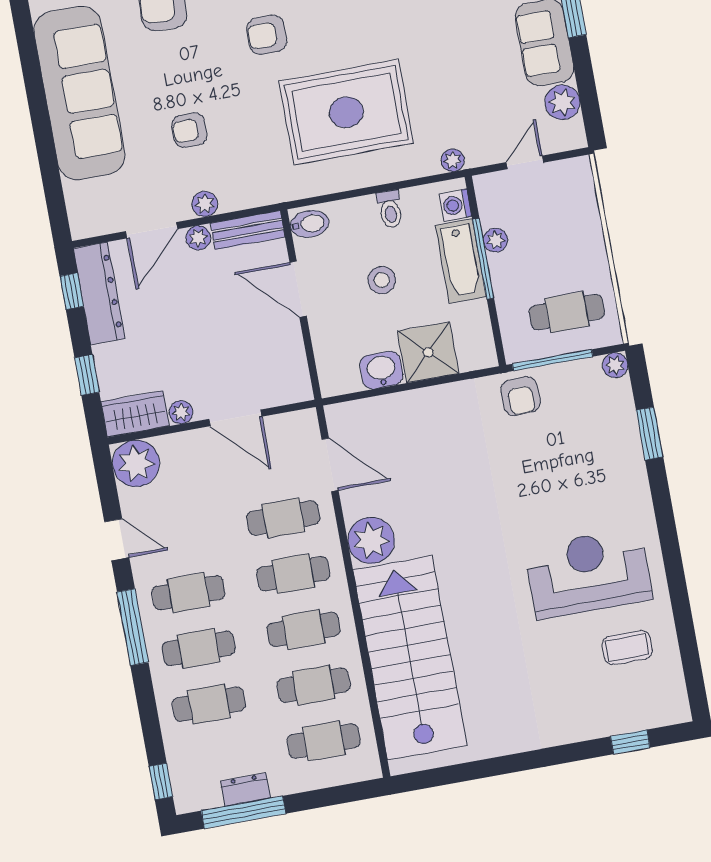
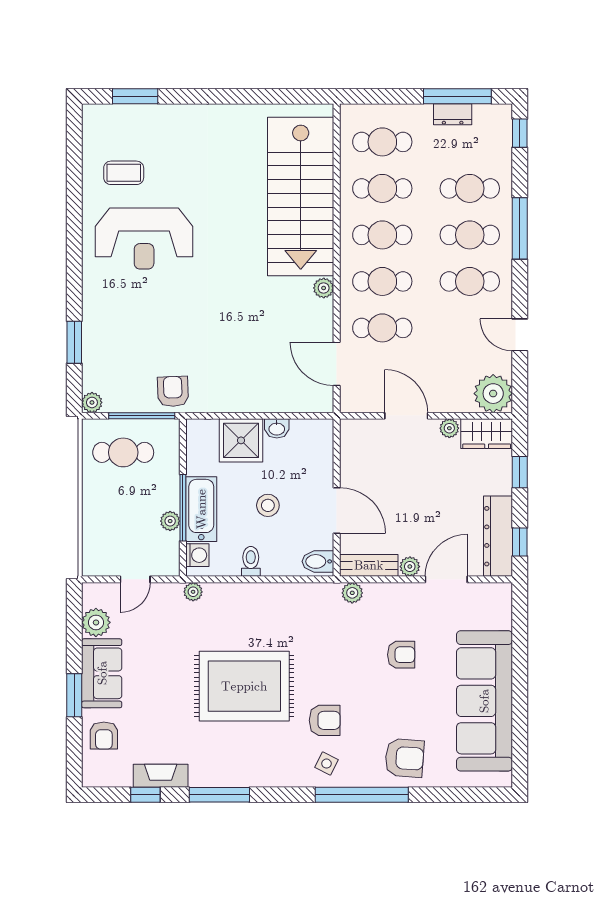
rug: (346, 112) -> (244, 686), moved
plant: (205, 204) -> (352, 593), moved
washbasin: (381, 370) -> (277, 428), width x0.72, depth x0.69
plant: (371, 540) -> (324, 288), width x0.53, depth x0.53
window: (133, 627) -> (520, 228), moved
window: (630, 742) -> (135, 96), width x1.50

